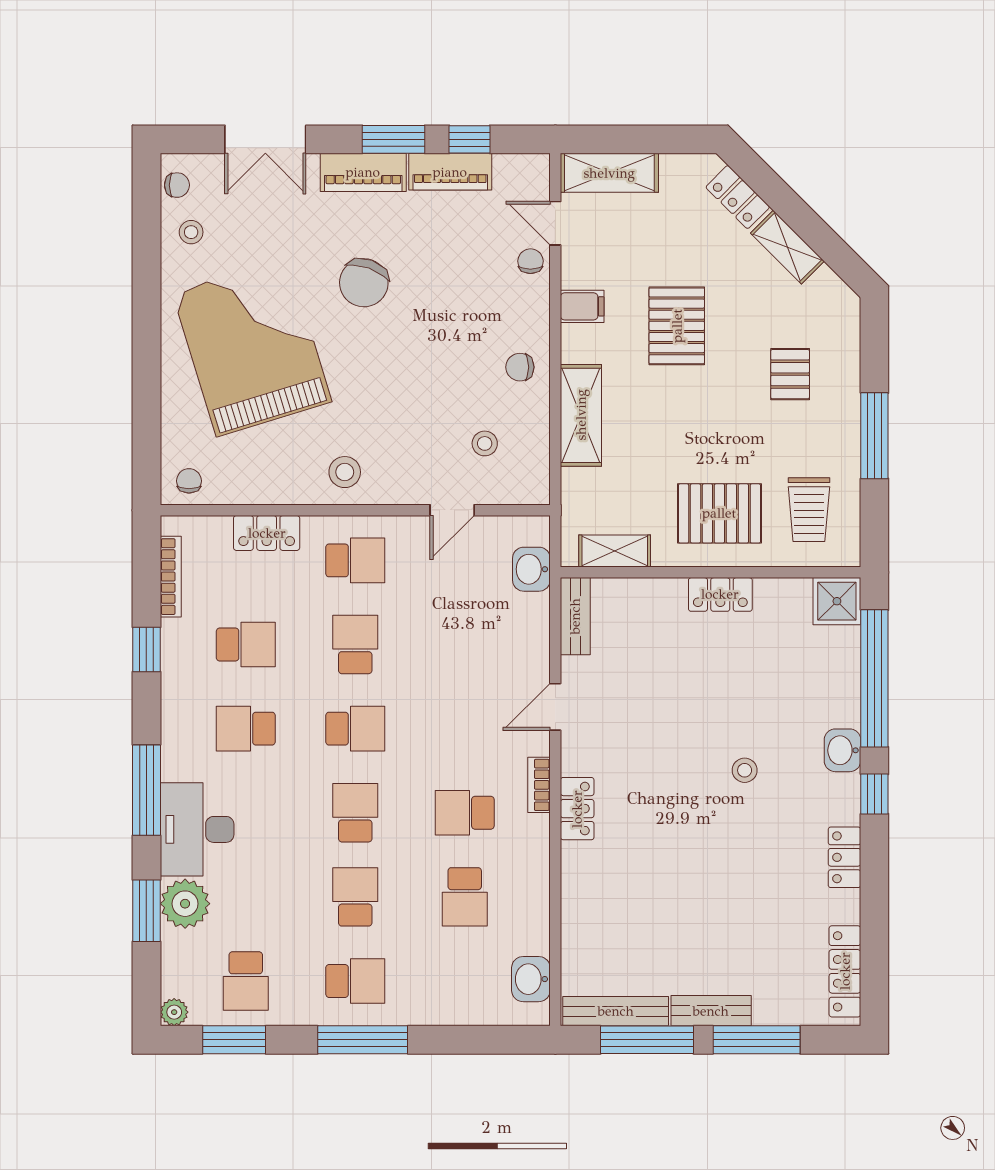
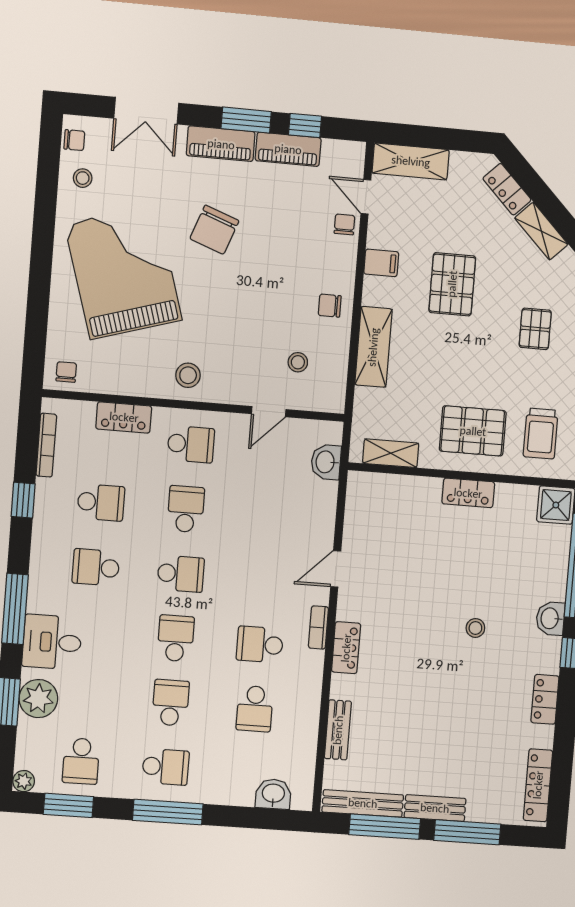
bench: (575, 616) -> (338, 730), moved
desk: (197, 829) -> (52, 642), width x0.73
washbasin: (531, 979) -> (273, 794), moved, turned 90

